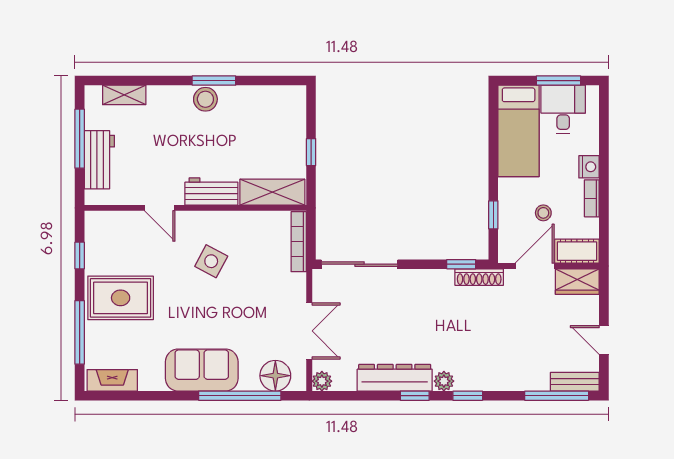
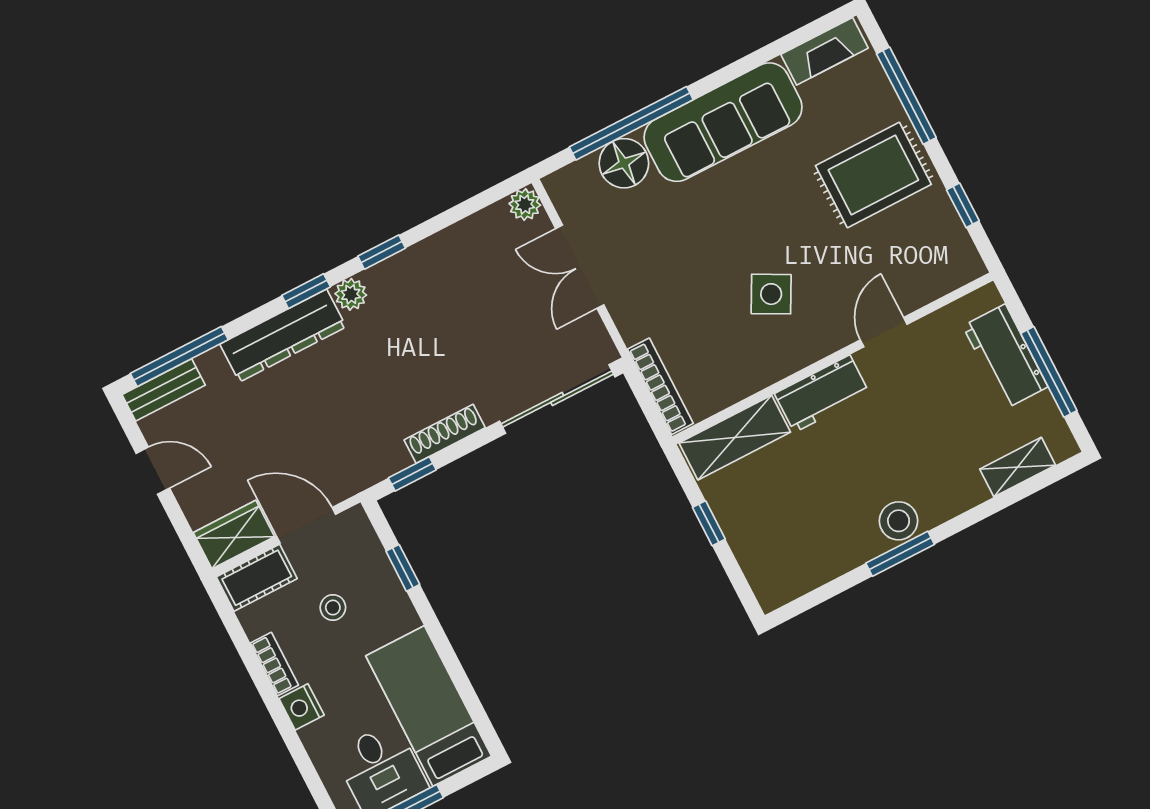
door: (160, 208) -> (884, 332), hinge flipped
door: (535, 266) -> (306, 525), swing flipped
shoe rack: (479, 277) -> (445, 434), moved
sofa: (202, 370) -> (723, 122), width x1.36
floor lamp: (275, 376) -> (624, 163), moved
dresser: (395, 378) -> (283, 336), moved

